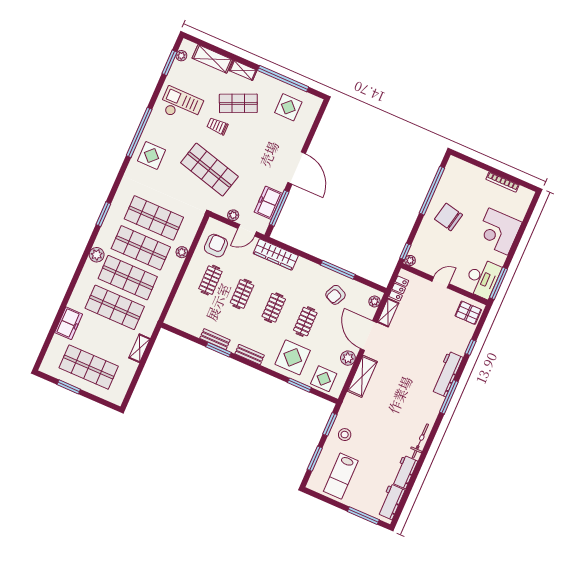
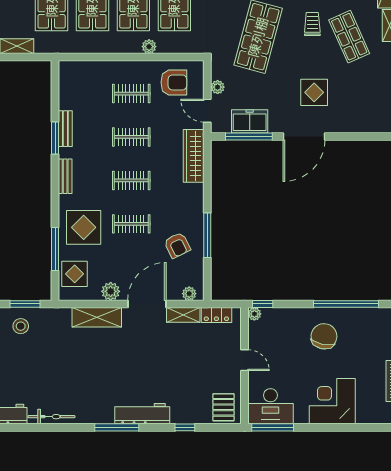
display table: (288, 107) -> (314, 92), moved
armchair: (335, 295) -> (177, 245), turned -141
window: (299, 385) -> (55, 249), width x1.44

